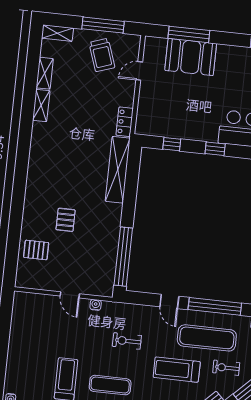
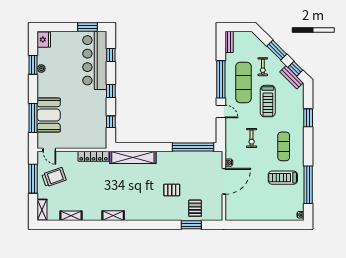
door: (139, 71) -> (49, 150), moved
shelving: (41, 105) -> (113, 216), moved
locker: (125, 122) -> (94, 156), width x1.53
window: (13, 242) -> (191, 225), added
door: (70, 295) -> (224, 181), width x1.87
door: (169, 301) -> (221, 111), hinge flipped

